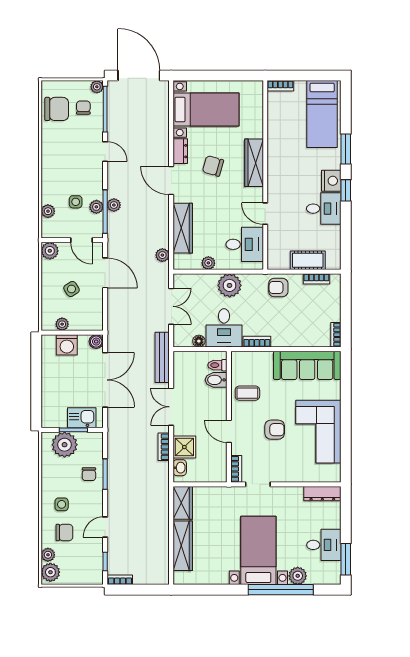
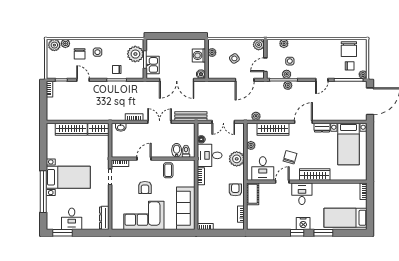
chair: (213, 166) -> (290, 157), moved
desk: (324, 209) -> (302, 194), moved, turned 180
cot: (308, 260) -> (253, 194), moved
shower: (184, 447) -> (134, 130), removed
plant: (298, 576) -> (52, 202), removed

